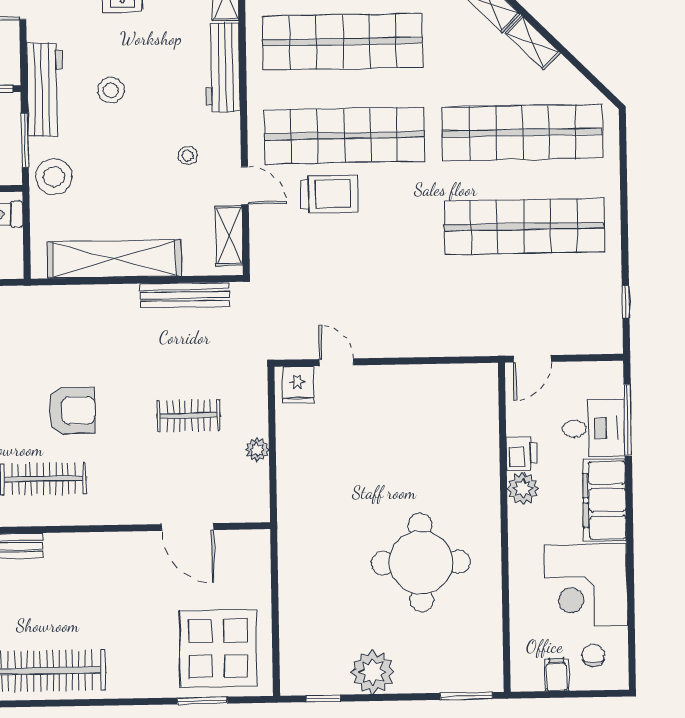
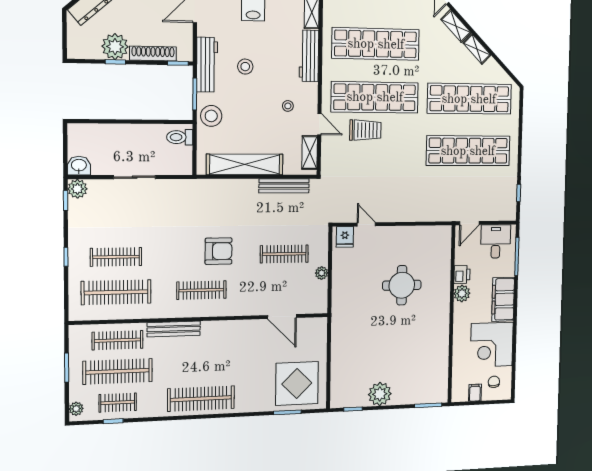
clothes rail: (188, 415) -> (284, 254), width x1.36
desk: (594, 428) -> (496, 241), moved, turned -90
round table: (421, 562) -> (402, 285), moved, width x0.73, depth x0.73

